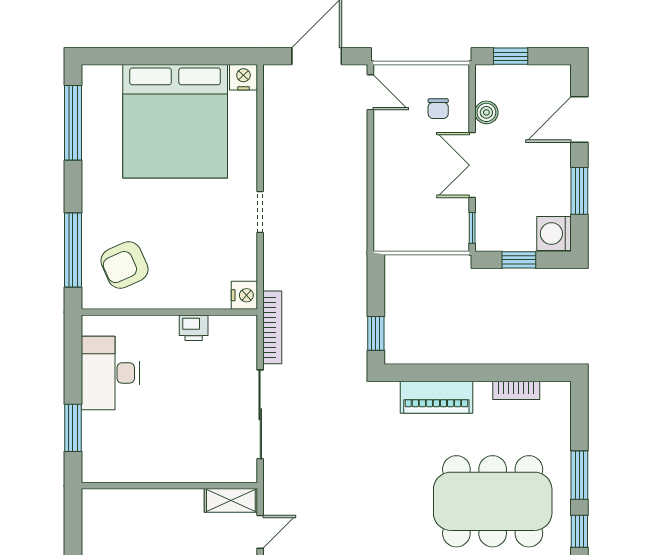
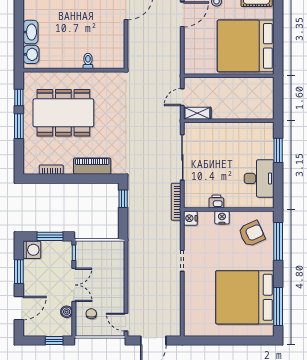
nightstand: (243, 77) -> (222, 217), moved, turned 180
bed: (175, 121) -> (245, 297), moved, turned -90
window: (519, 260) -> (50, 236), width x1.50

